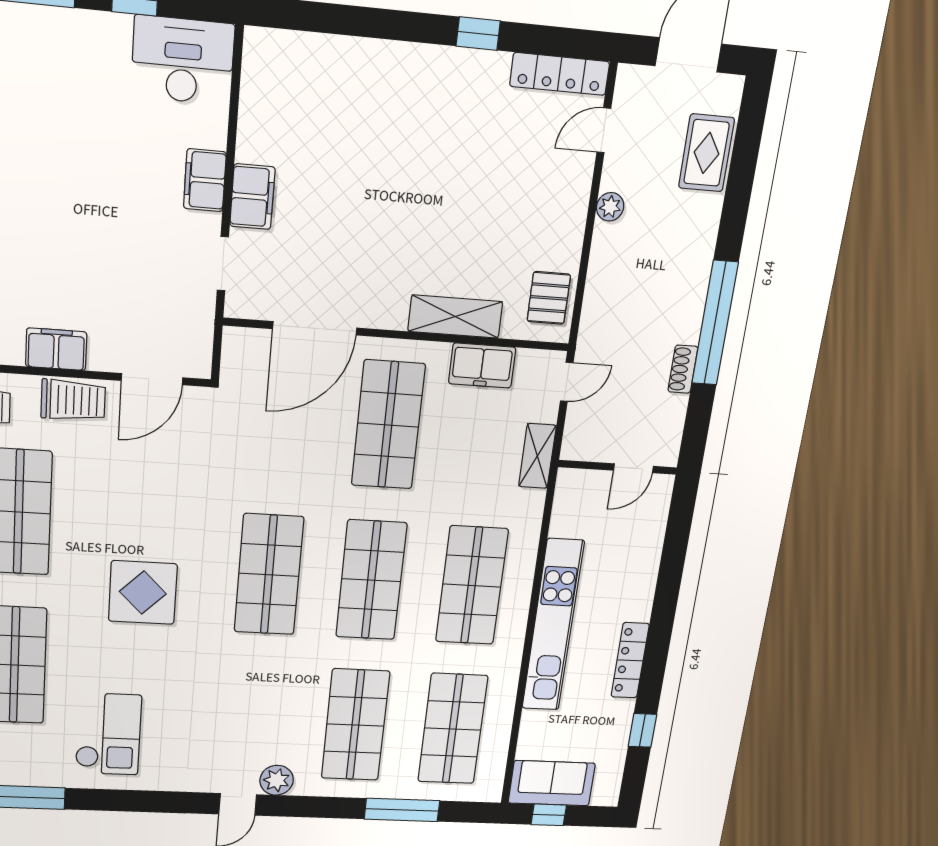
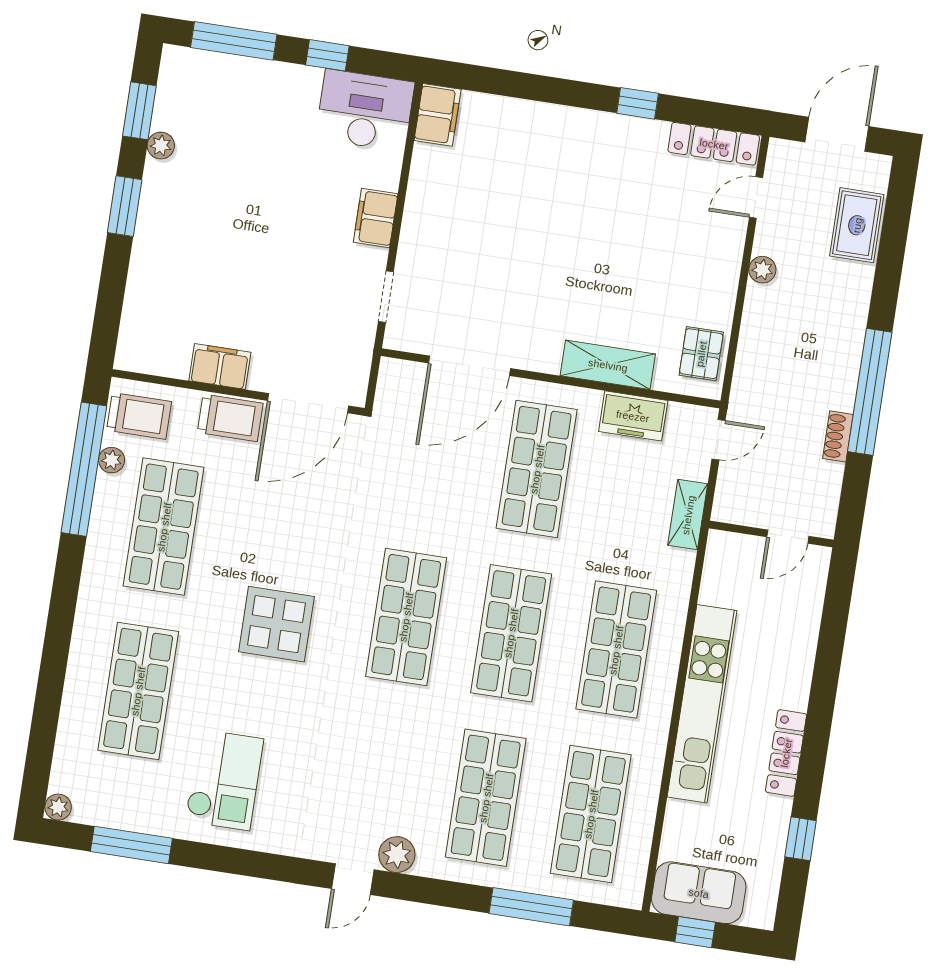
filing cabinet: (252, 197) -> (438, 115), moved
door: (152, 379) -> (308, 403), width x1.36

